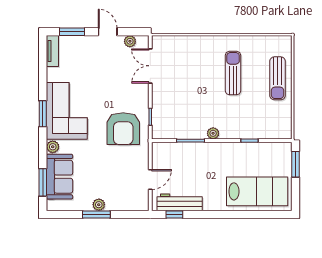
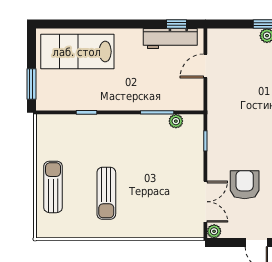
plant: (130, 41) -> (214, 231), moved
armchair: (123, 129) -> (245, 185), moved, width x0.73, depth x0.73
plant: (213, 133) -> (176, 121), moved

